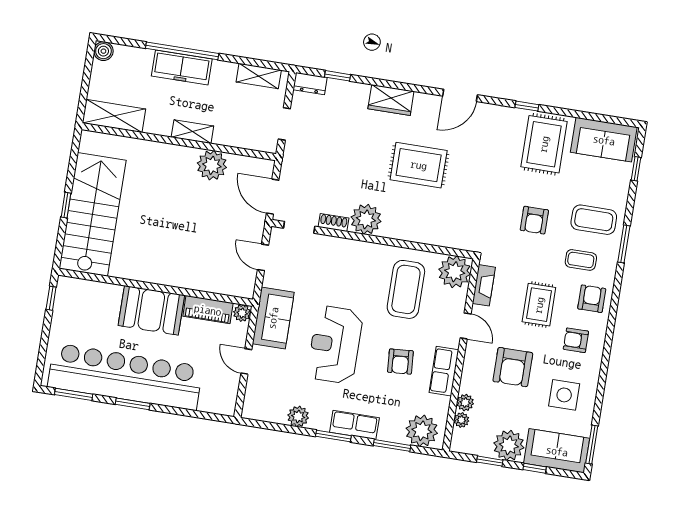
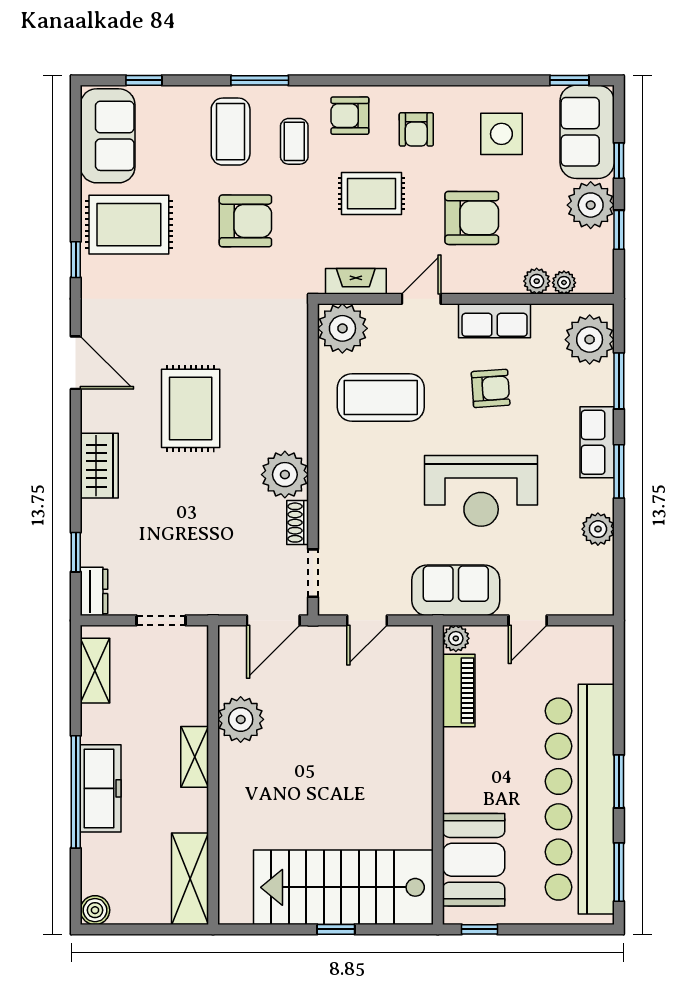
armchair: (534, 220) -> (245, 221), width x1.38, depth x1.38
booth: (151, 310) -> (474, 860), moved
window: (592, 444) -> (569, 80), width x0.67

